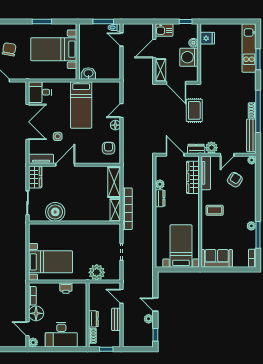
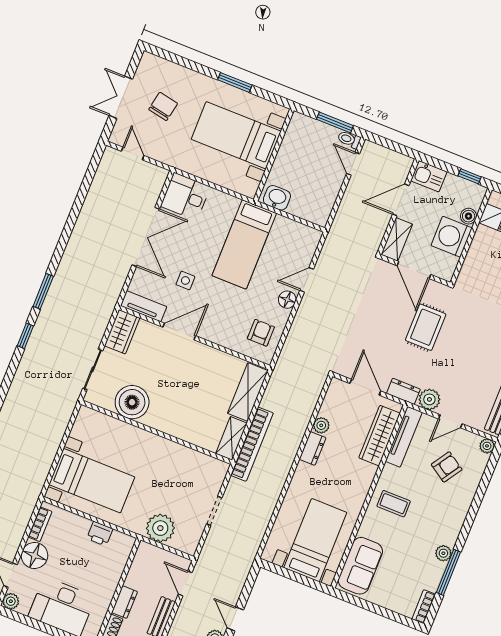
sofa: (217, 258) -> (360, 566), moved, turned 90

